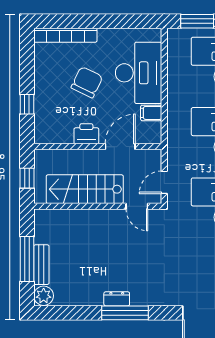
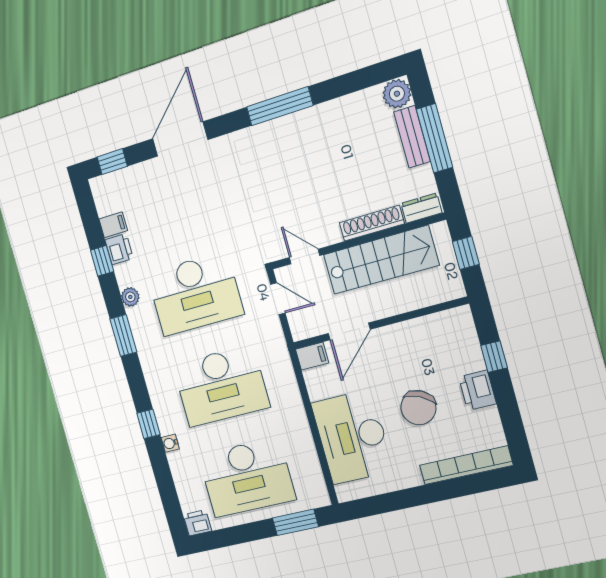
filing cabinet: (151, 113) -> (312, 356), moved
printer: (86, 134) -> (477, 390), moved, turned 90
door: (164, 182) -> (278, 299), hinge flipped
shoe rack: (84, 216) -> (372, 223), added
dresser: (117, 299) -> (422, 208), moved, turned 180

